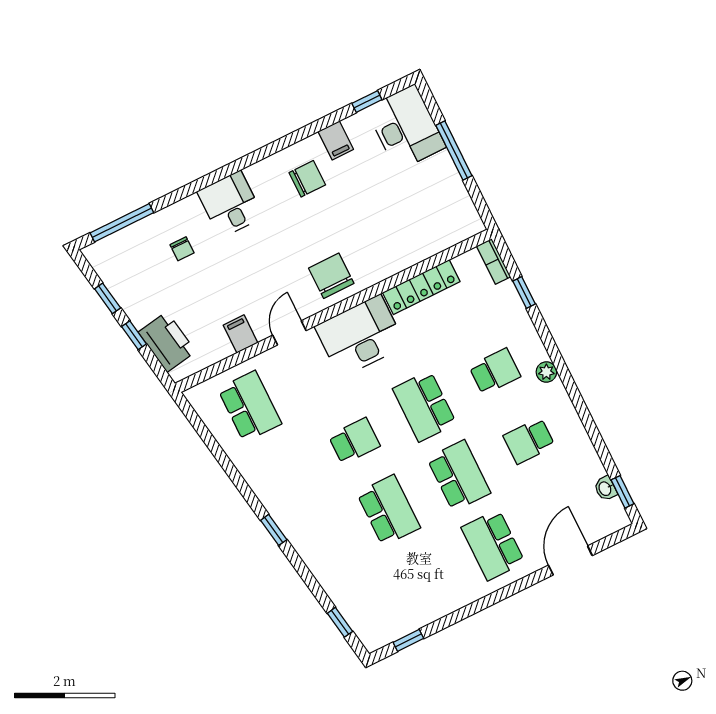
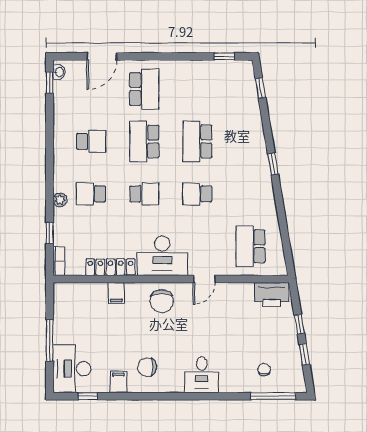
chair: (182, 249) -> (264, 370), moved
filing cabinet: (241, 334) -> (116, 293), moved
printer: (167, 342) -> (272, 294), moved, turned -81
plant: (546, 372) -> (60, 200), moved
school desk: (424, 406) -> (144, 194), width x0.54
washbasin: (605, 488) -> (59, 72), moved

